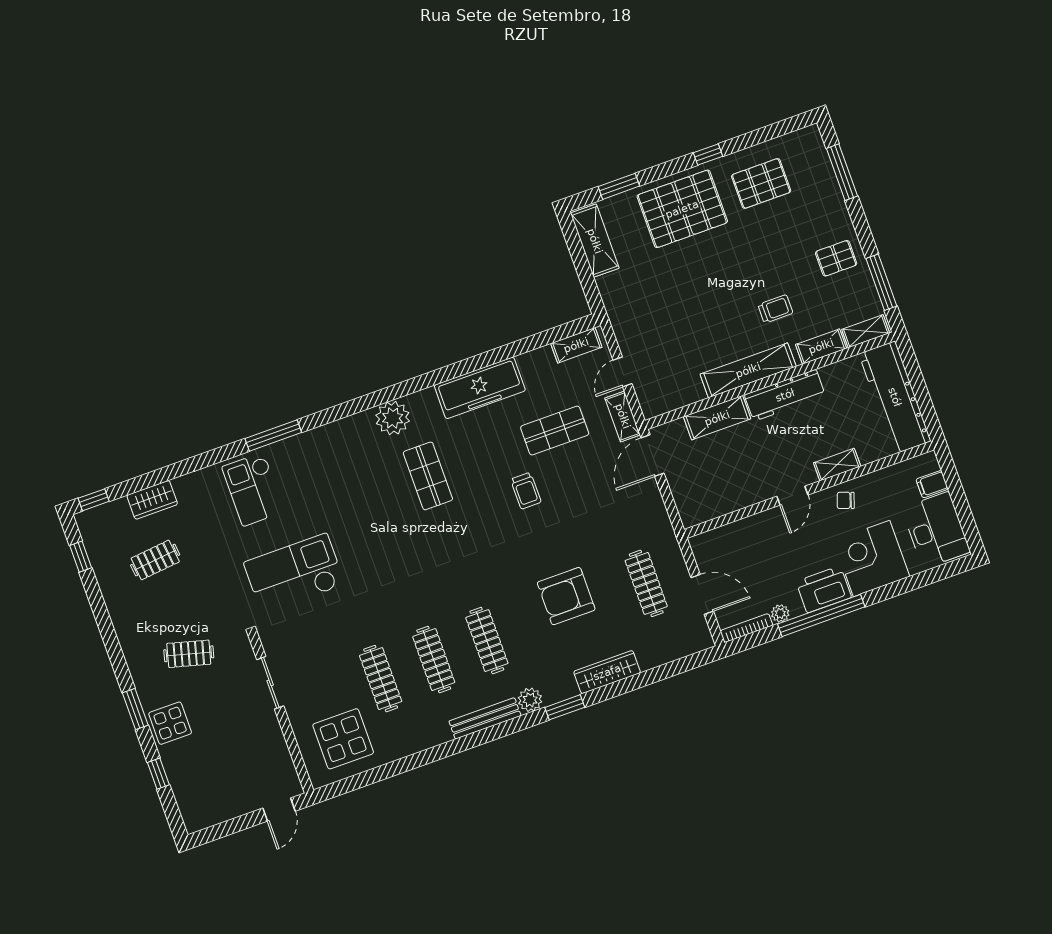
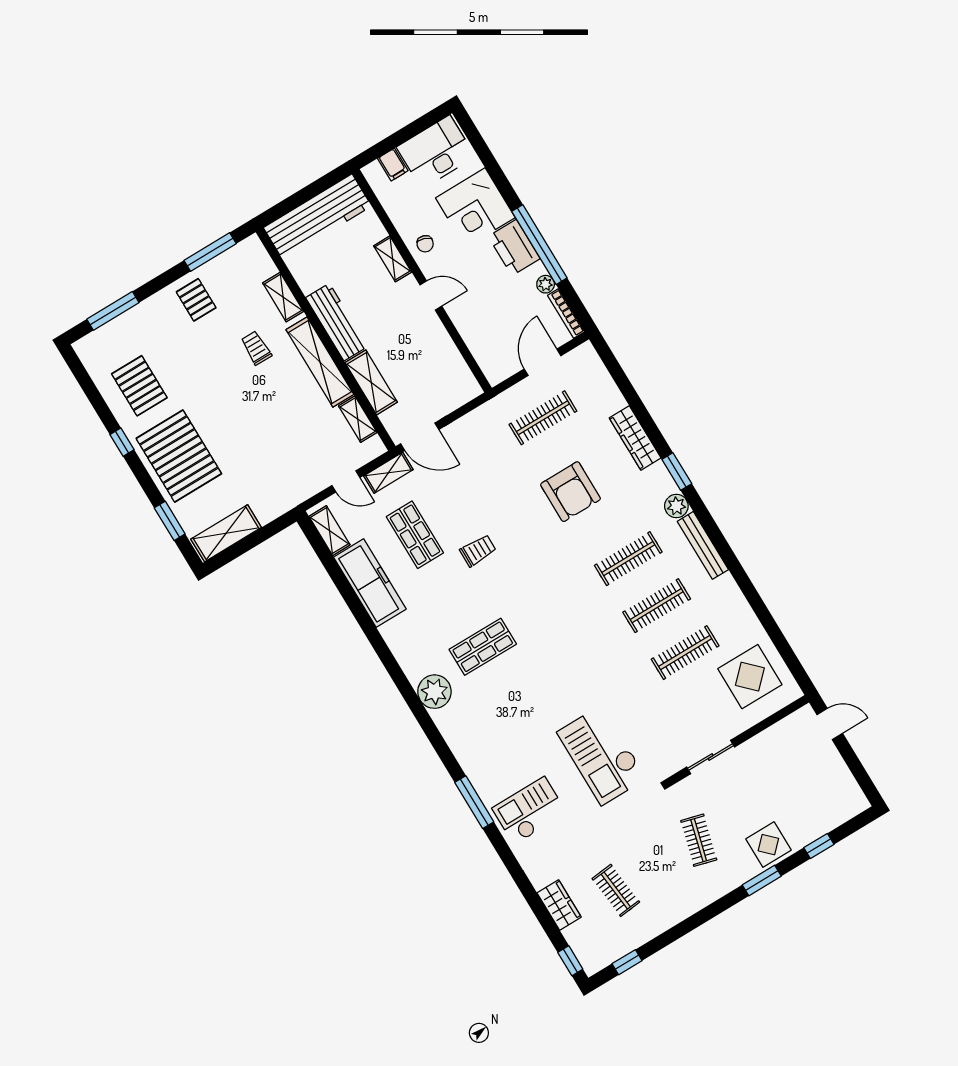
shelving: (866, 331) -> (358, 419), moved
freezer: (480, 388) -> (370, 583), moved
checkout: (253, 489) -> (529, 811), turned 180

